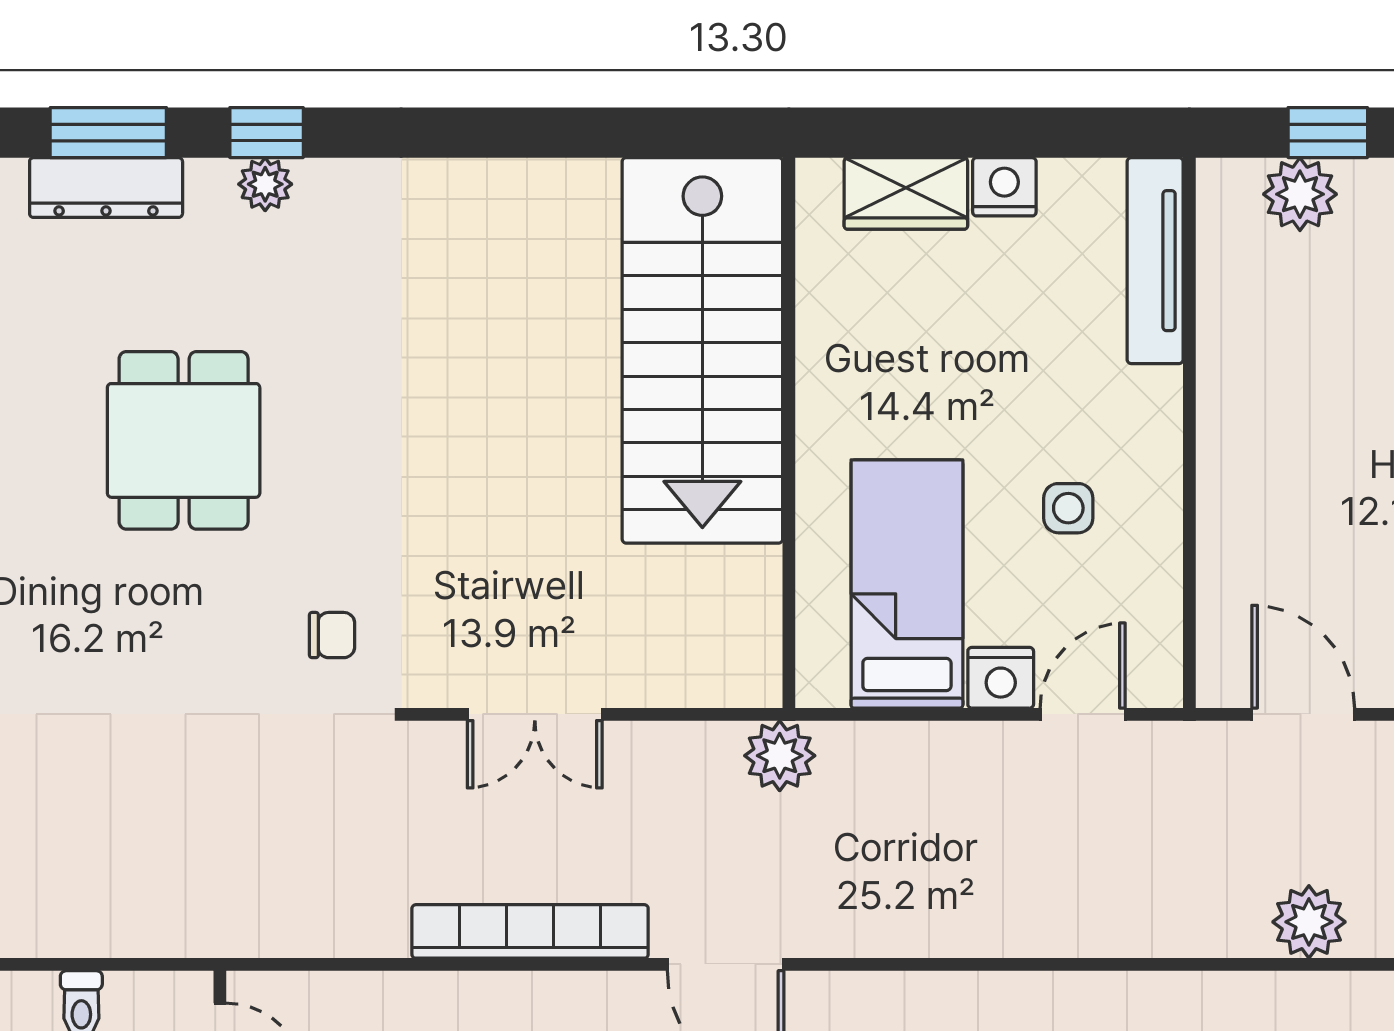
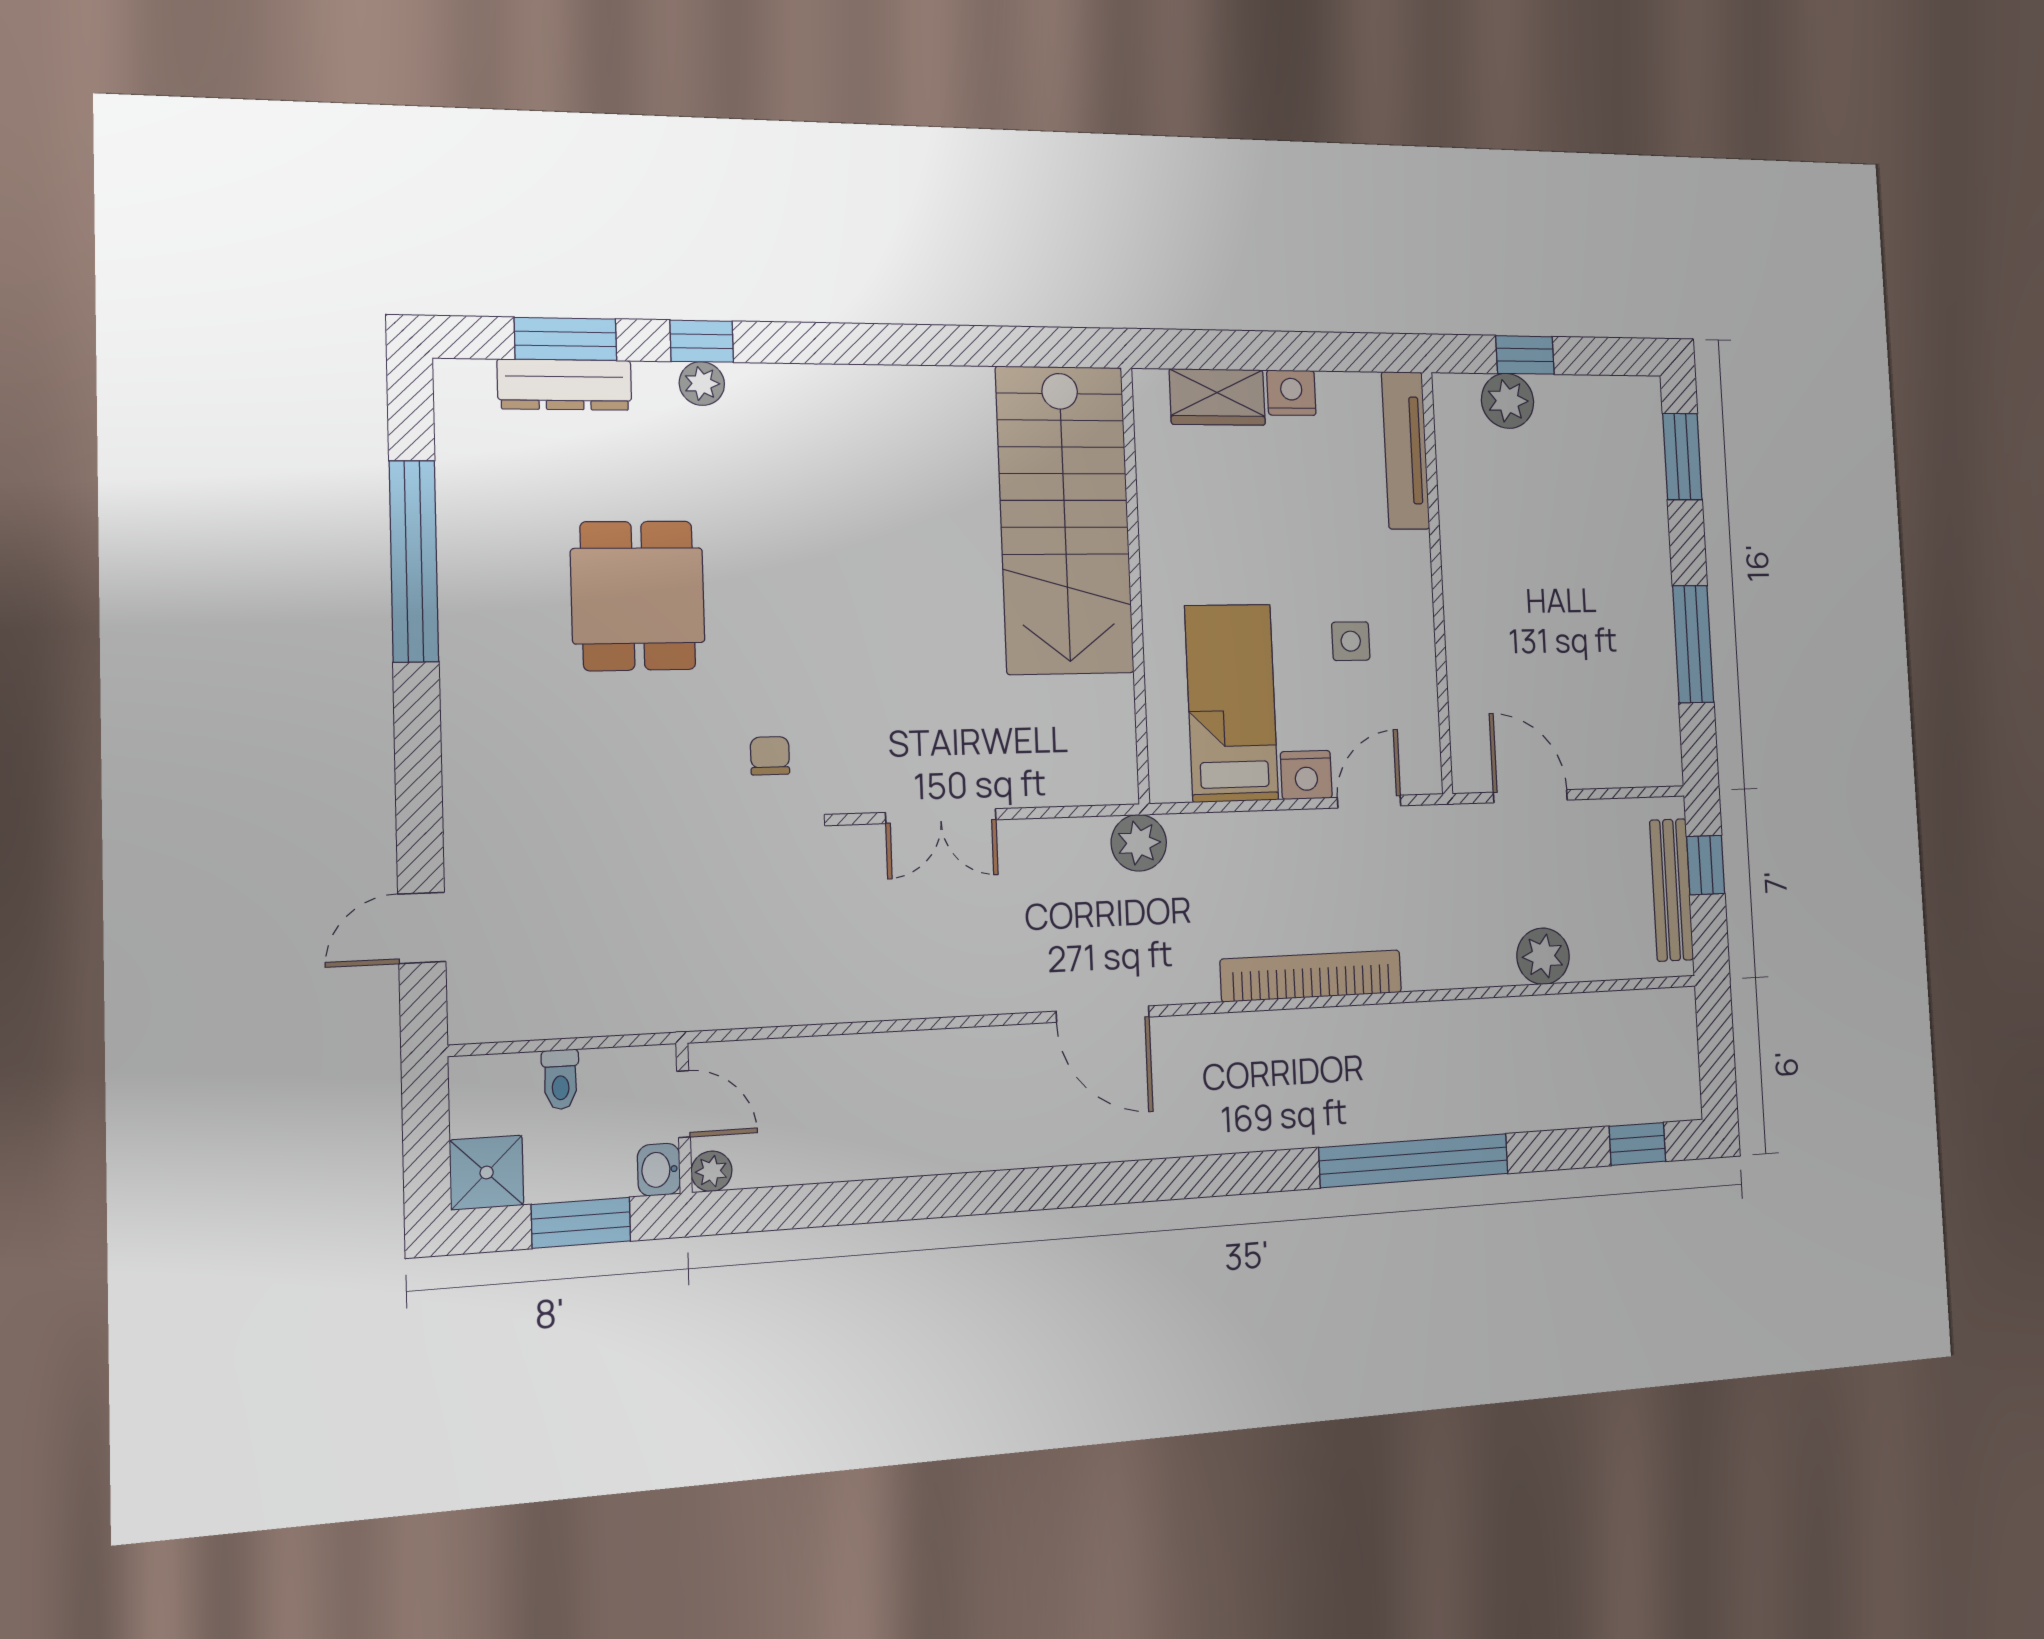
chair: (332, 635) -> (770, 756), turned -90
bookcase: (530, 931) -> (1311, 976), moved

